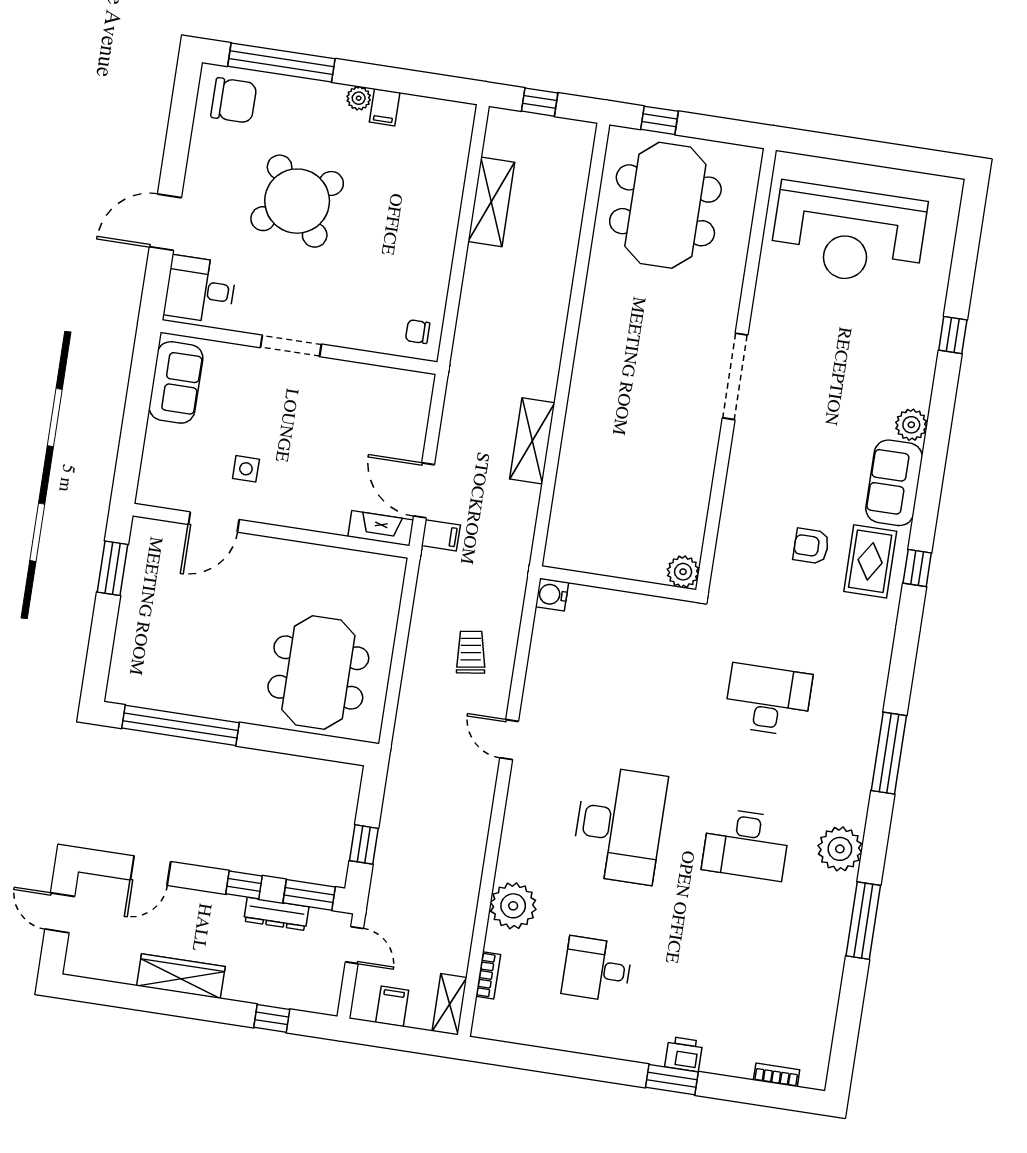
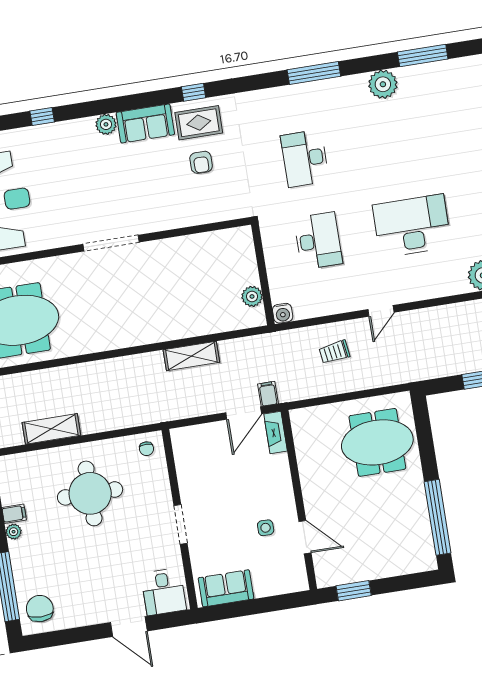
round table: (297, 201) -> (90, 493), moved, turned 36
plant: (683, 572) -> (252, 296), moved
desk: (746, 844) -> (318, 241), moved

